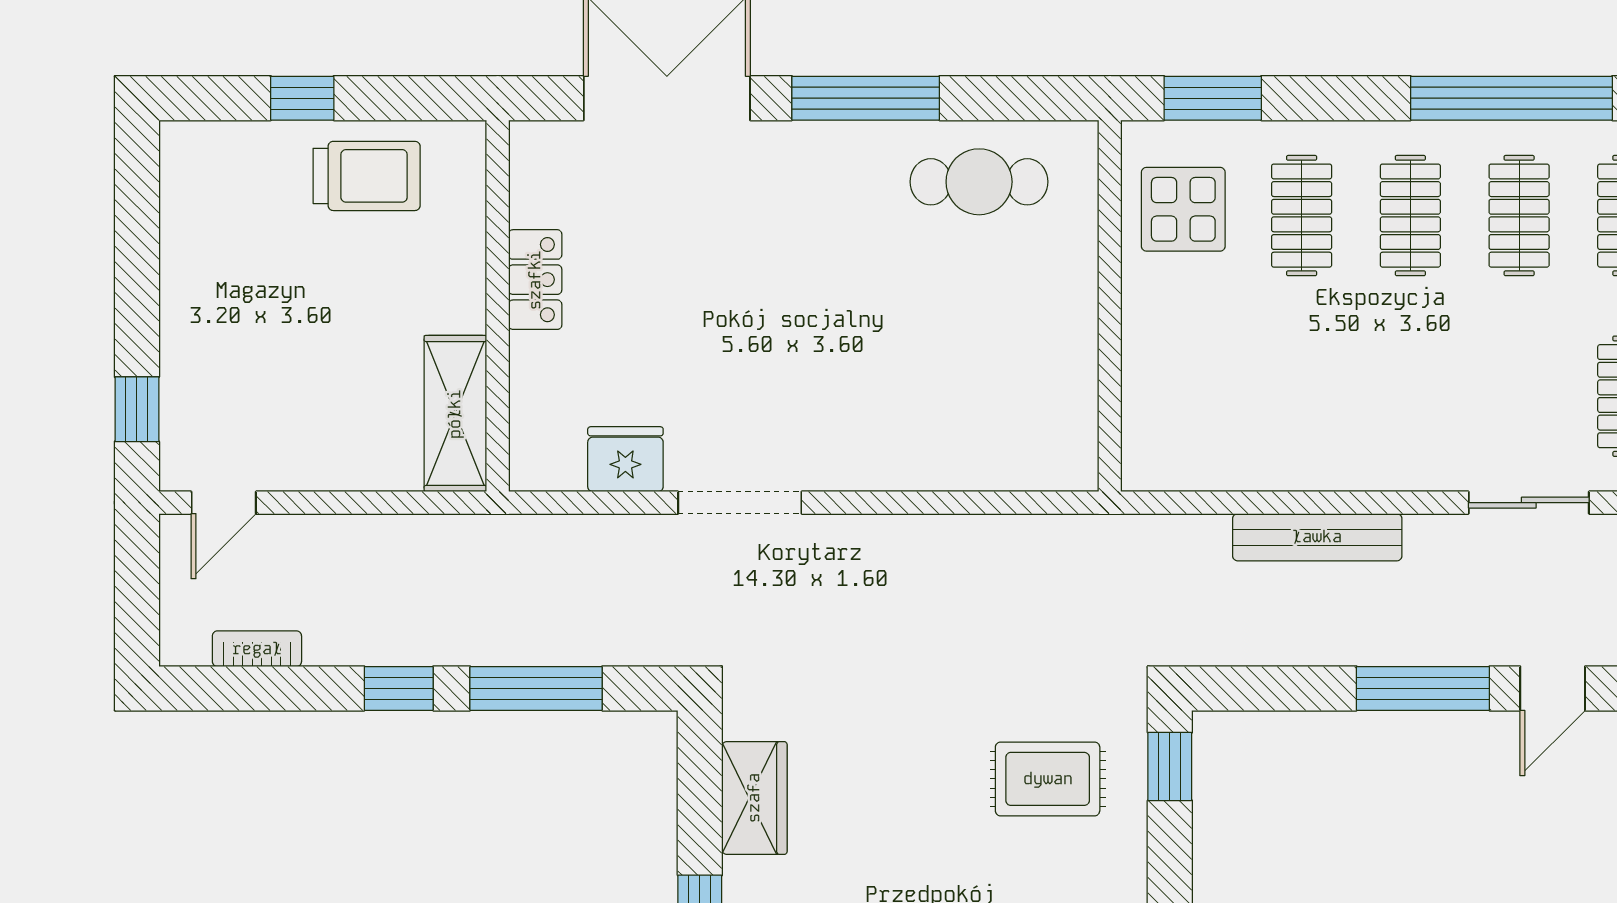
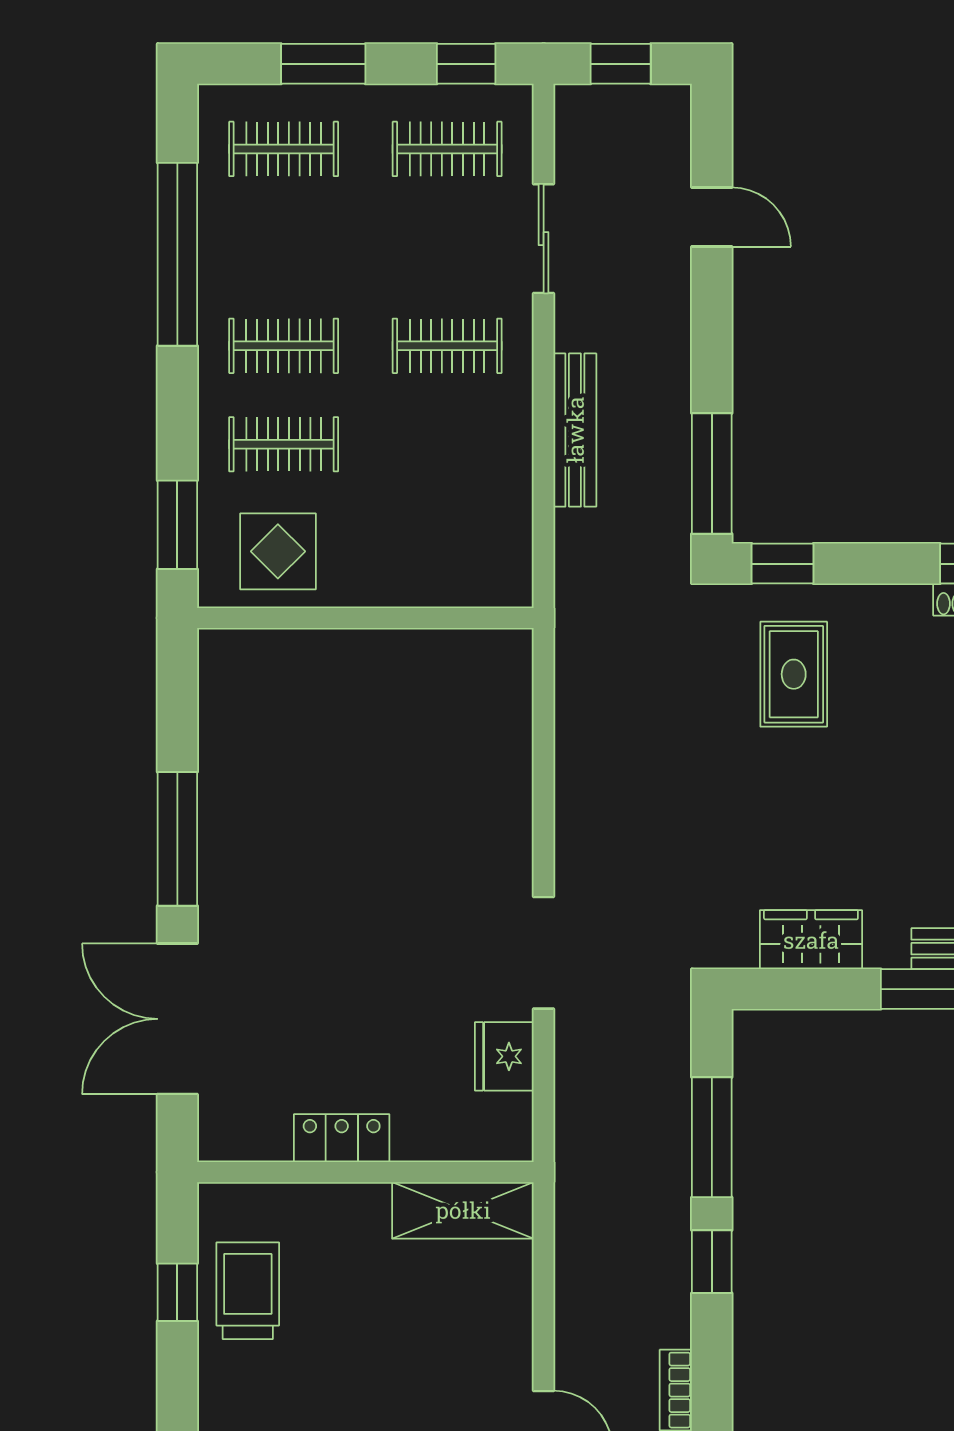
window: (302, 98) -> (177, 1292), moved
cafe table: (979, 182) -> (253, 736), removed
clothes rail: (1519, 216) -> (447, 346), moved
window: (1423, 688) -> (712, 473), moved

